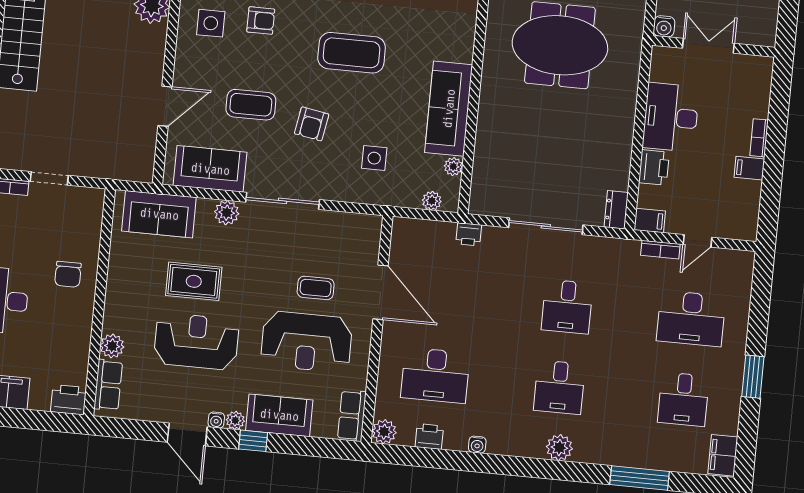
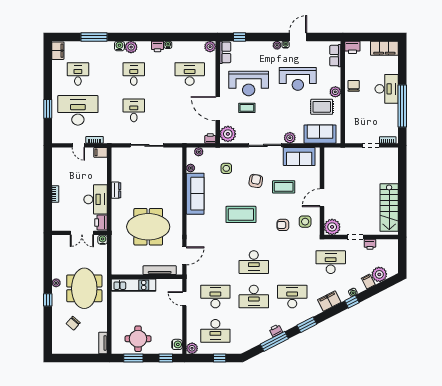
door: (165, 106) -> (322, 198), moved
printer: (654, 167) -> (101, 223), moved
filing cabinet: (749, 168) -> (58, 180), removed
dresser: (616, 210) -> (116, 190), moved
plant: (363, 234) -> (228, 134), added
printer: (469, 234) -> (210, 138), moved
door: (697, 241) -> (78, 145), swing flipped
chair: (68, 274) -> (354, 86), moved
rug: (194, 281) -> (322, 107), moved
desk: (691, 319) -> (78, 110), width x1.36, depth x1.30
reception desk: (306, 342) -> (249, 83), turned 180
plant: (112, 346) -> (335, 92), moved
window: (753, 377) -> (48, 109), moved
sofa: (279, 415) -> (258, 49), removed
door: (187, 434) -> (298, 37), hinge flipped
printer: (429, 436) -> (158, 46), moved
window: (253, 441) -> (240, 37), moved
water cooler: (585, 452) -> (119, 46), added

